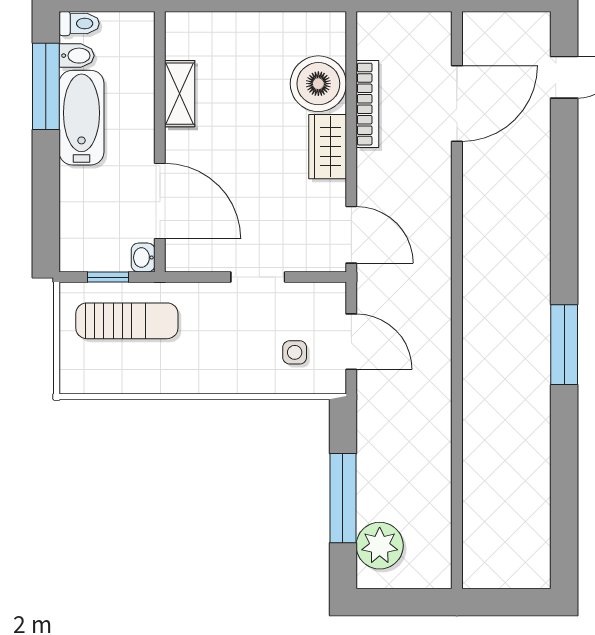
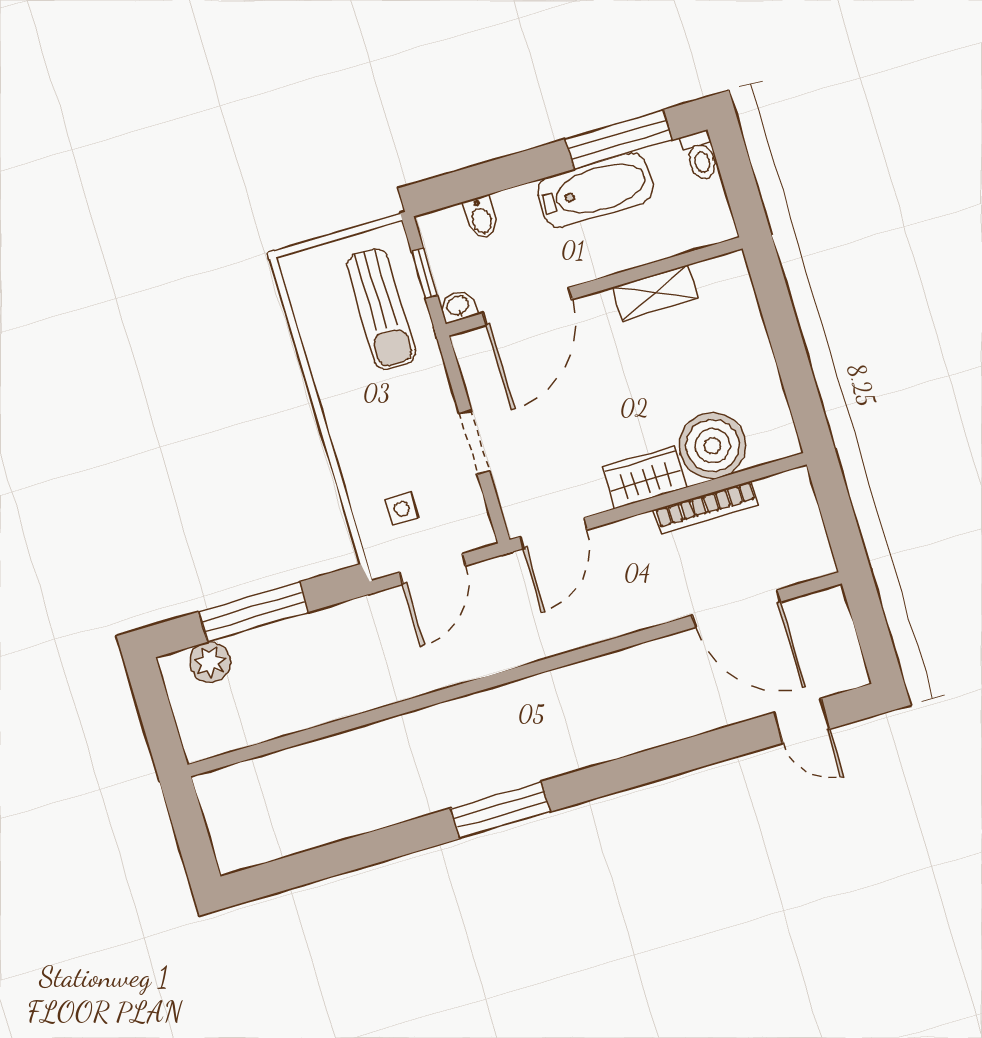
bidet: (77, 56) -> (481, 218), moved
plant: (380, 546) -> (210, 662), width x0.73, depth x0.73

